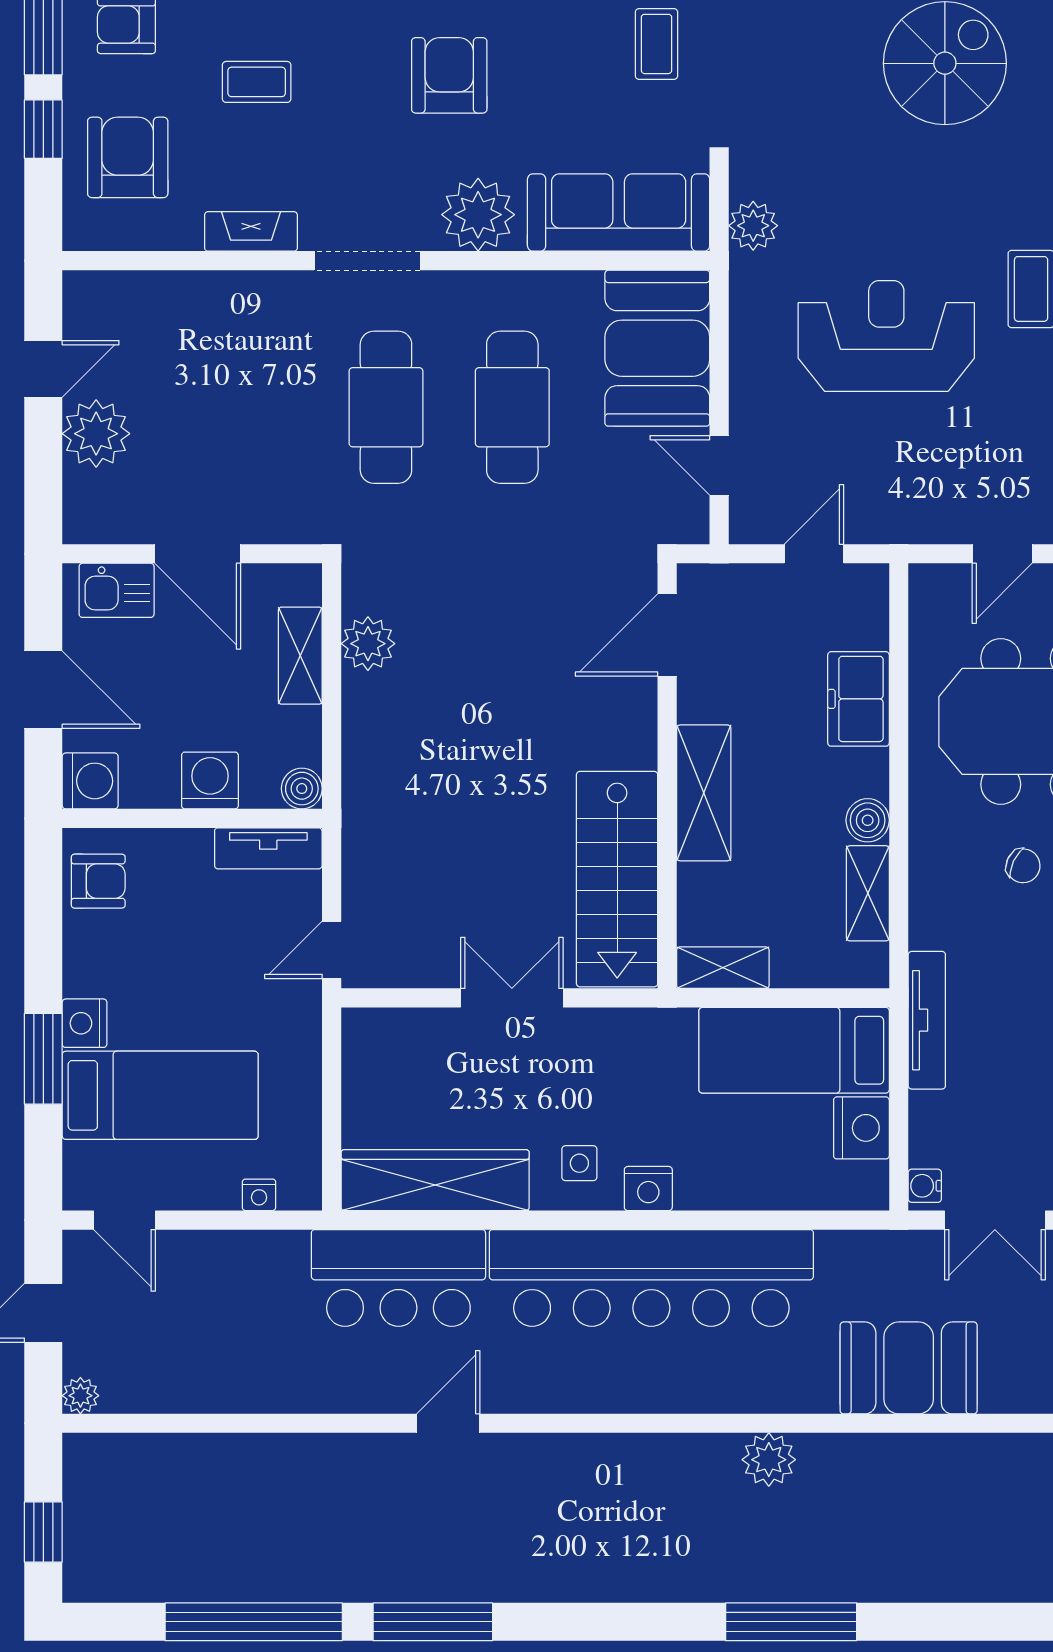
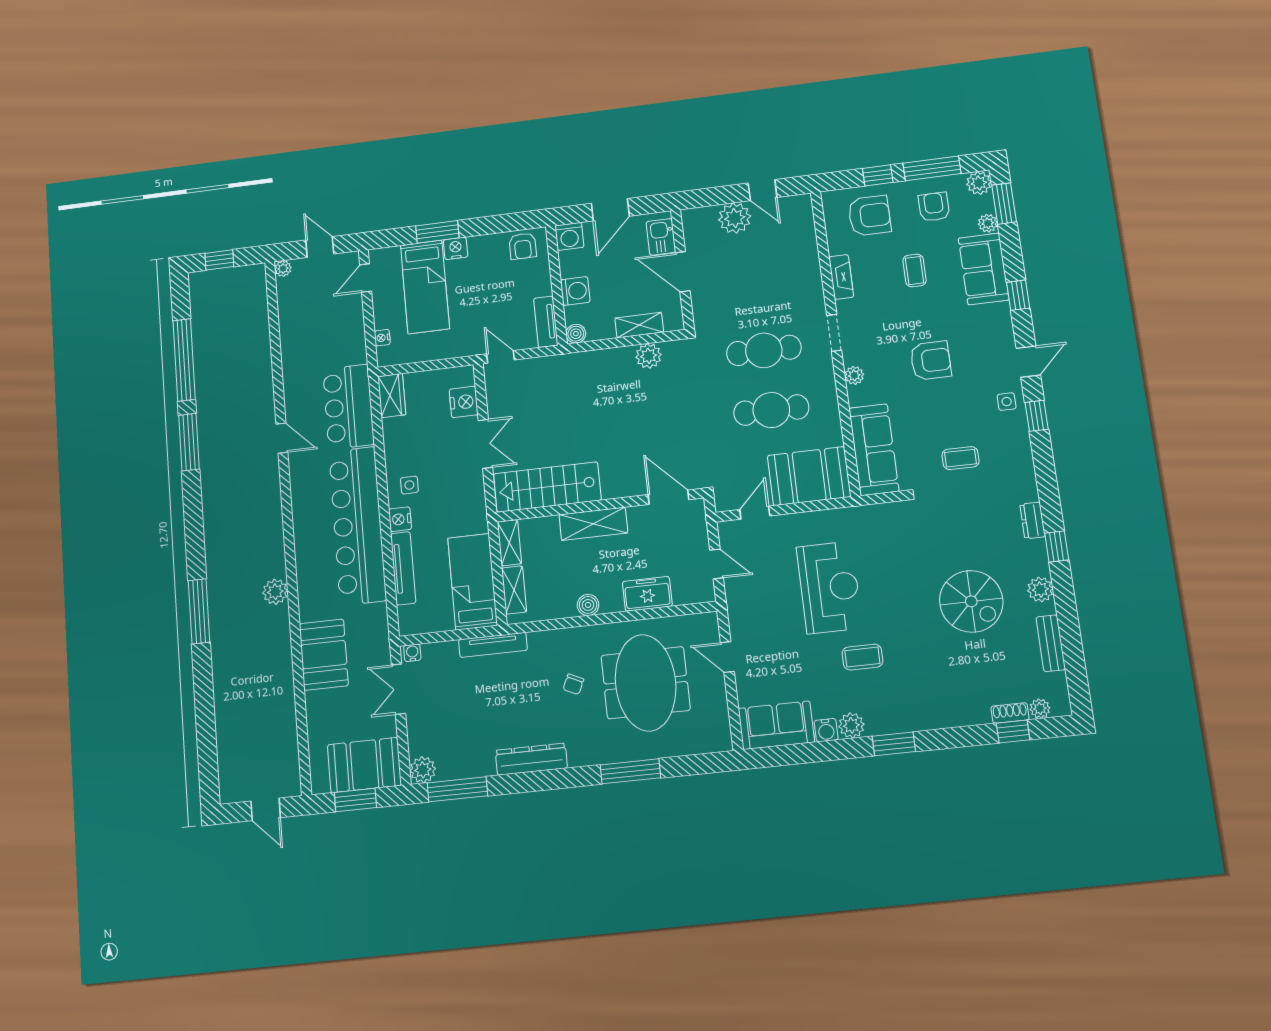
plant: (478, 215) -> (854, 375), width x0.53, depth x0.53
plant: (753, 226) -> (876, 516), removed
doorway: (367, 261) -> (834, 333), width x0.73
door: (198, 554) -> (683, 272), hinge flipped
shelving: (868, 893) -> (514, 590), moved, turned 90
nightstand: (861, 1128) -> (464, 402), moved, turned -90
wardrobe: (435, 1180) -> (392, 396), width x0.48, depth x0.85
tv unit: (751, 1190) -> (403, 568), added

